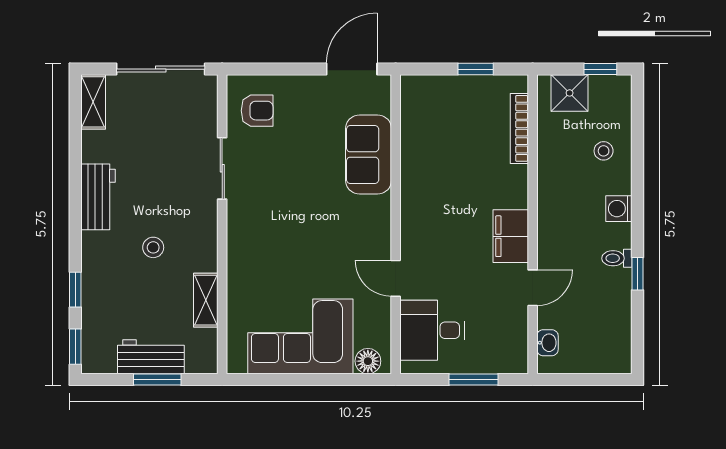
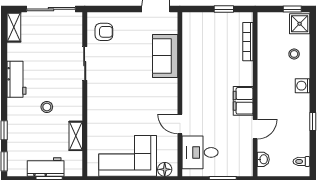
shower: (570, 93) -> (300, 24), moved
toilet: (617, 258) -> (301, 161), moved

